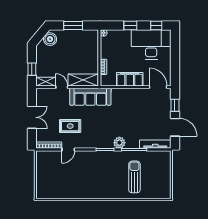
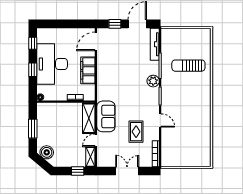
desk: (151, 44) -> (52, 64), moved
sofa: (90, 97) -> (106, 116), width x0.73
door: (68, 150) -> (160, 120), moved

